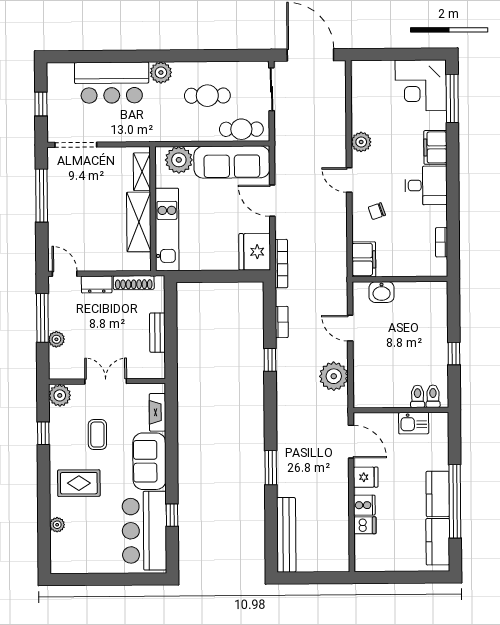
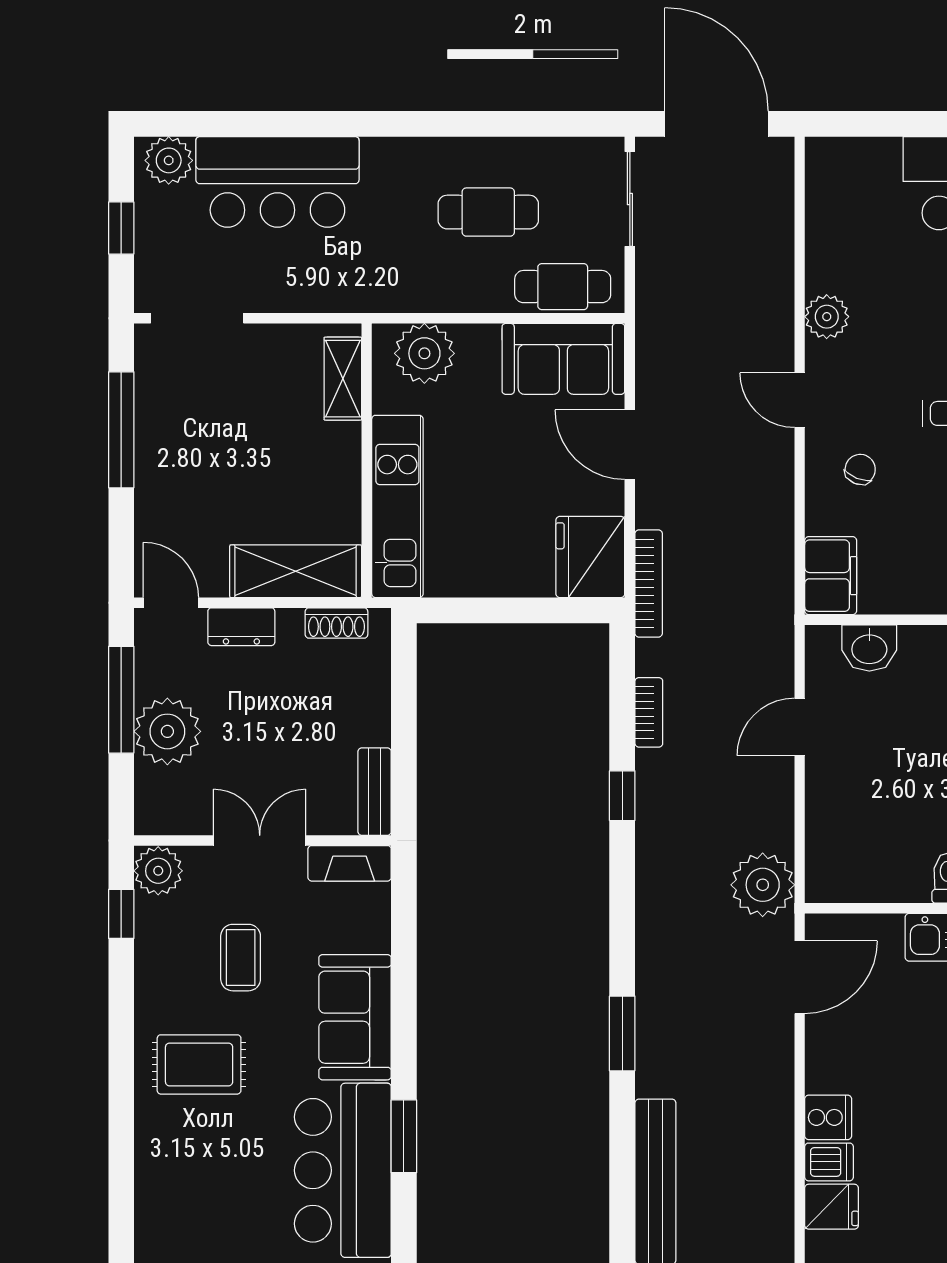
plant: (161, 73) -> (169, 160), moved
sofa: (232, 162) -> (563, 359), width x0.73
chair: (377, 211) -> (860, 469), turned 131
shelving: (139, 222) -> (296, 571), moved, turned 90
shoe rack: (134, 283) -> (336, 623), width x0.70
door: (350, 328) -> (800, 727), hinge flipped
bench: (157, 333) -> (375, 792), moved
plant: (56, 339) -> (167, 731), width x1.88, depth x1.88
plant: (334, 376) -> (763, 885), moved
fireplace: (157, 412) -> (350, 863), moved, turned -90
window: (43, 433) -> (121, 914), moved
door: (351, 442) -> (800, 977), hinge flipped
fridge: (366, 477) -> (832, 1207), moved
window: (172, 515) -> (404, 1136), width x1.50
plant: (57, 525) -> (150, 1156), removed

